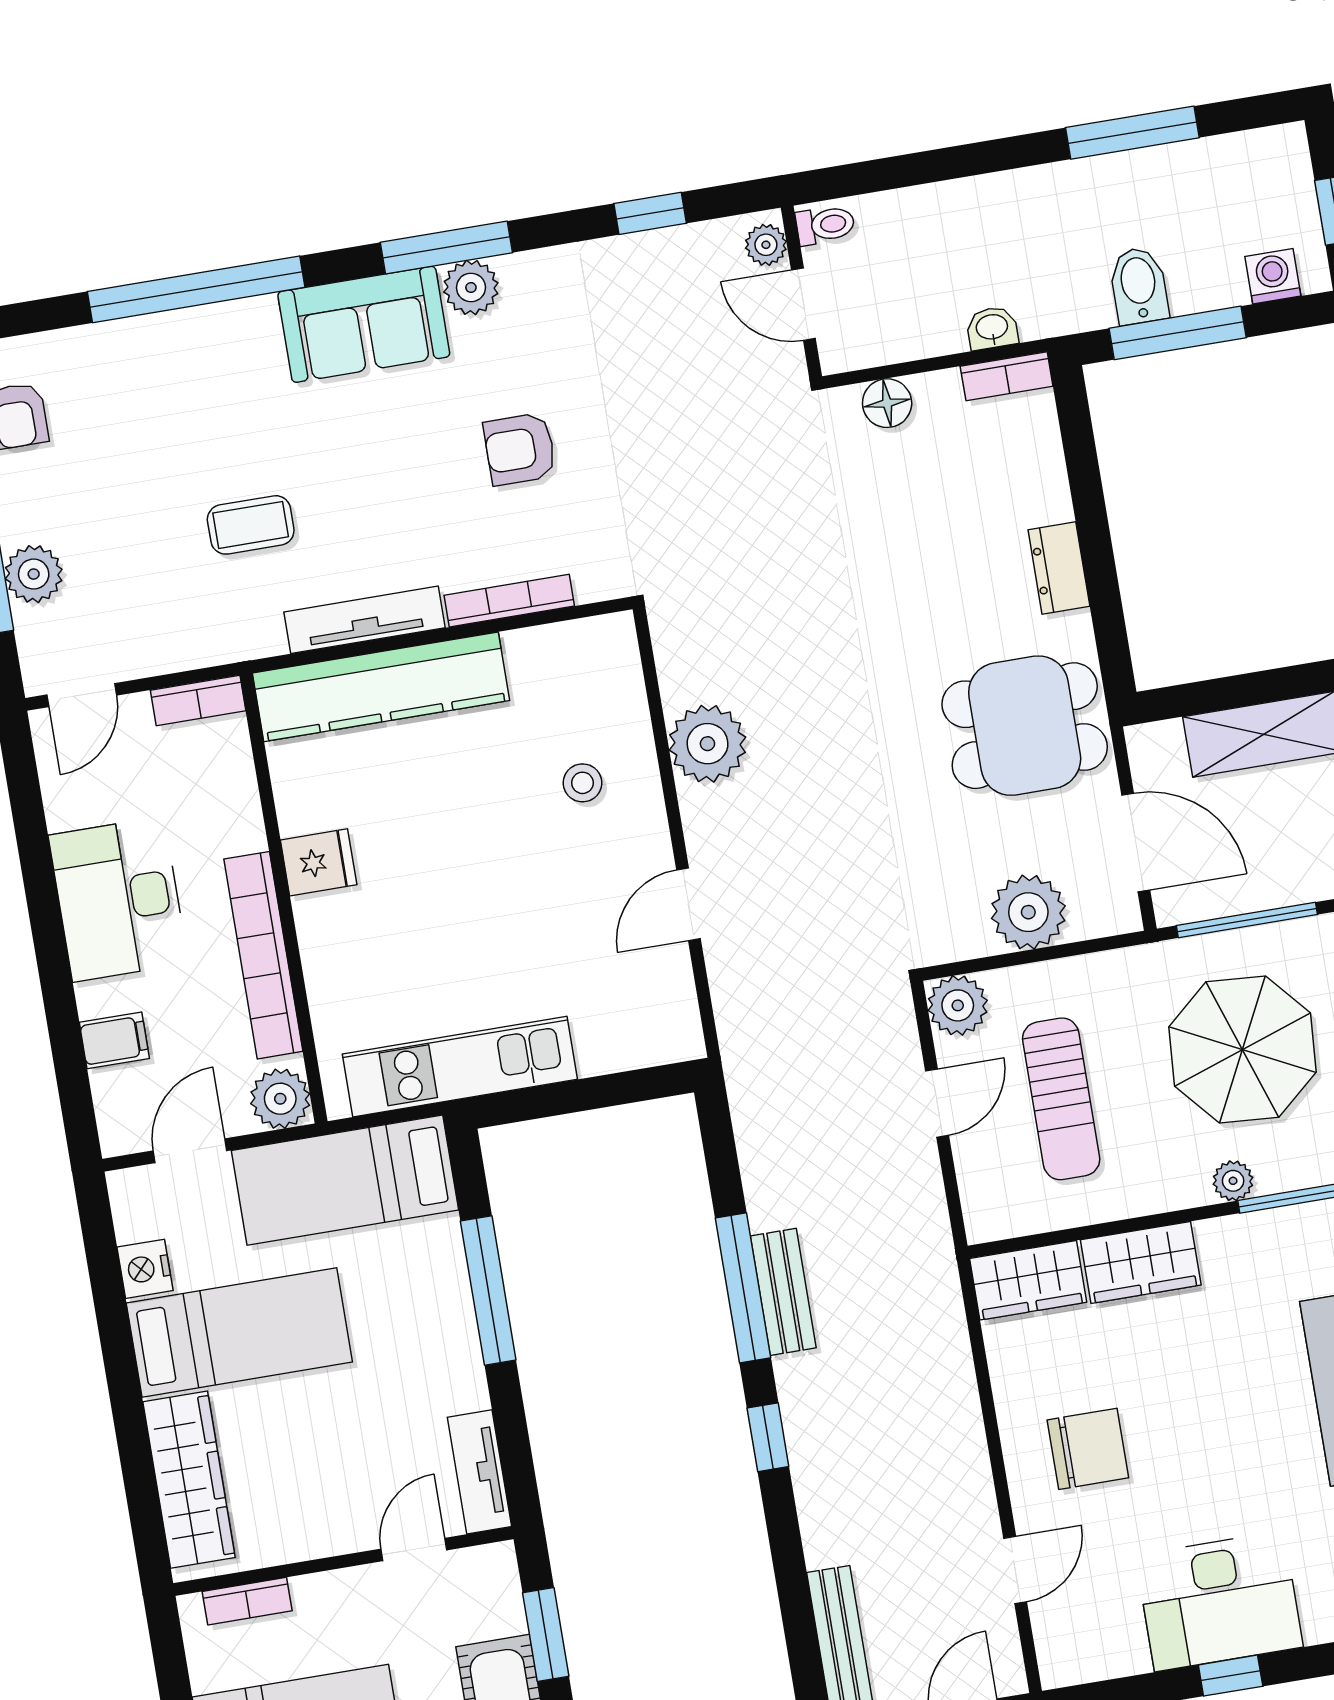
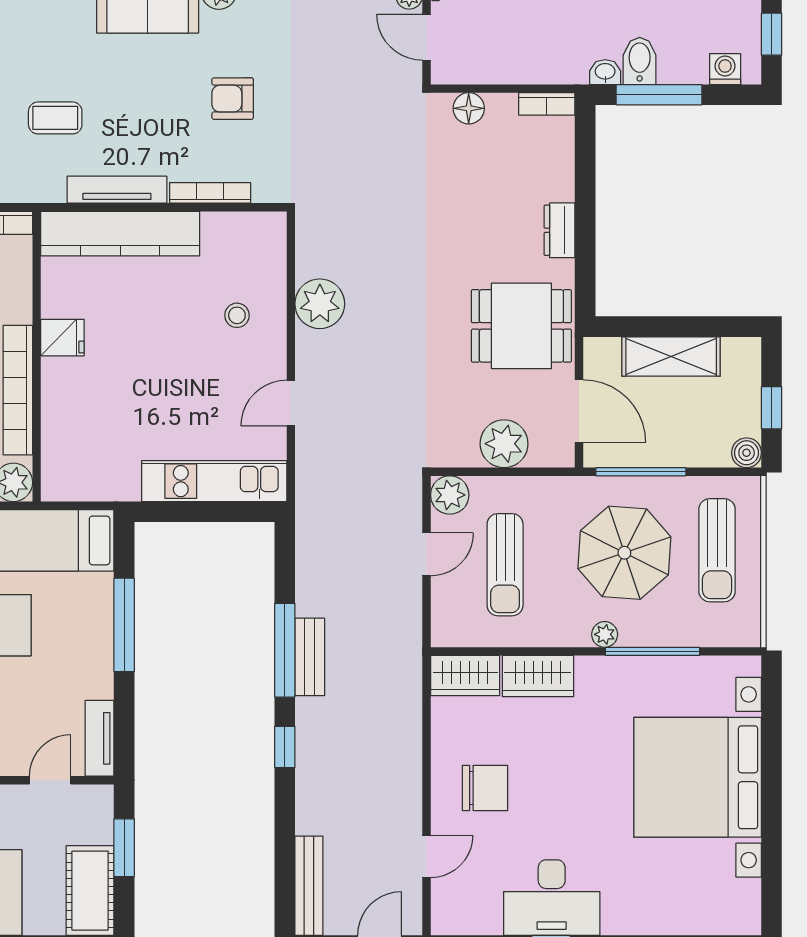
washbasin: (992, 328) -> (605, 72), moved
kitchen unit: (460, 1067) -> (214, 481), moved

